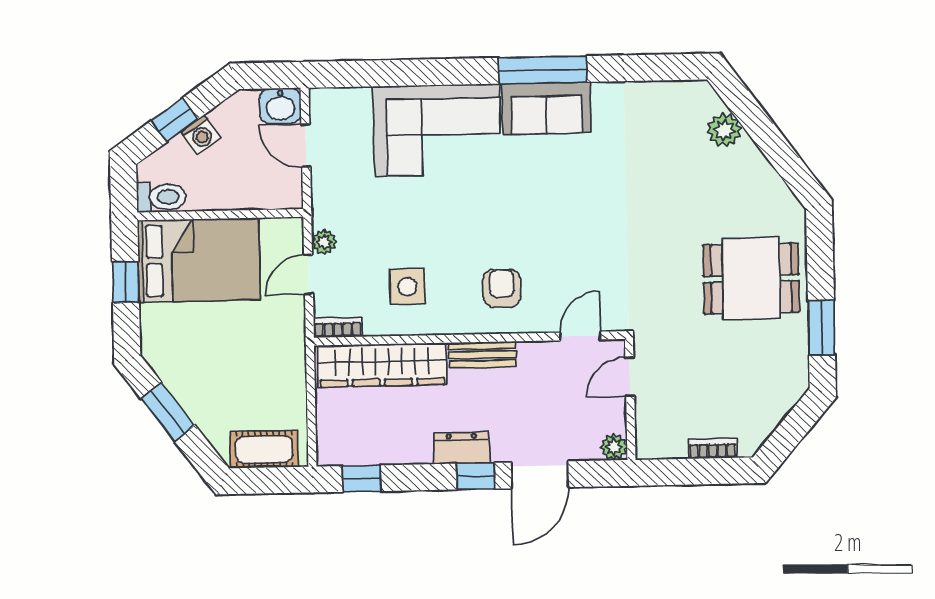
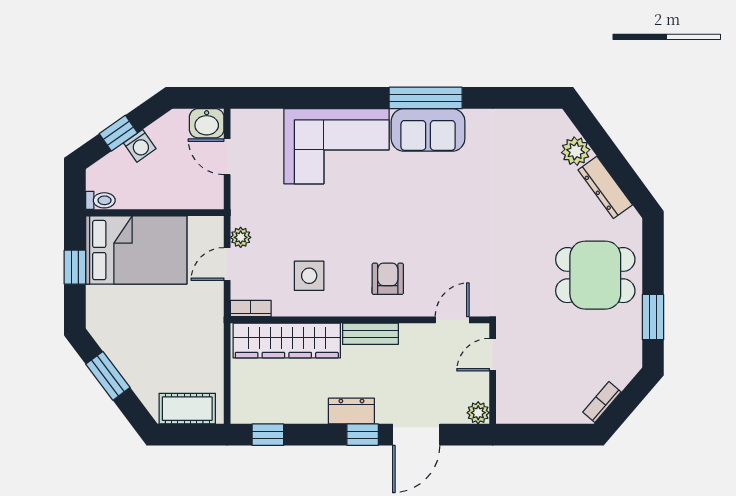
dresser: (761, 173) -> (605, 187), added
toilet: (161, 197) -> (100, 200), width x0.73, depth x0.72
bookcase: (713, 449) -> (602, 402), moved, turned -49

